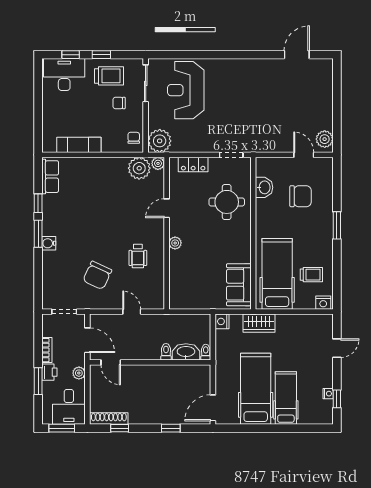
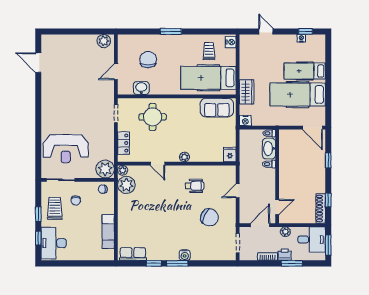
door: (304, 155) -> (116, 72), moved
fridge: (178, 302) -> (230, 155), added

